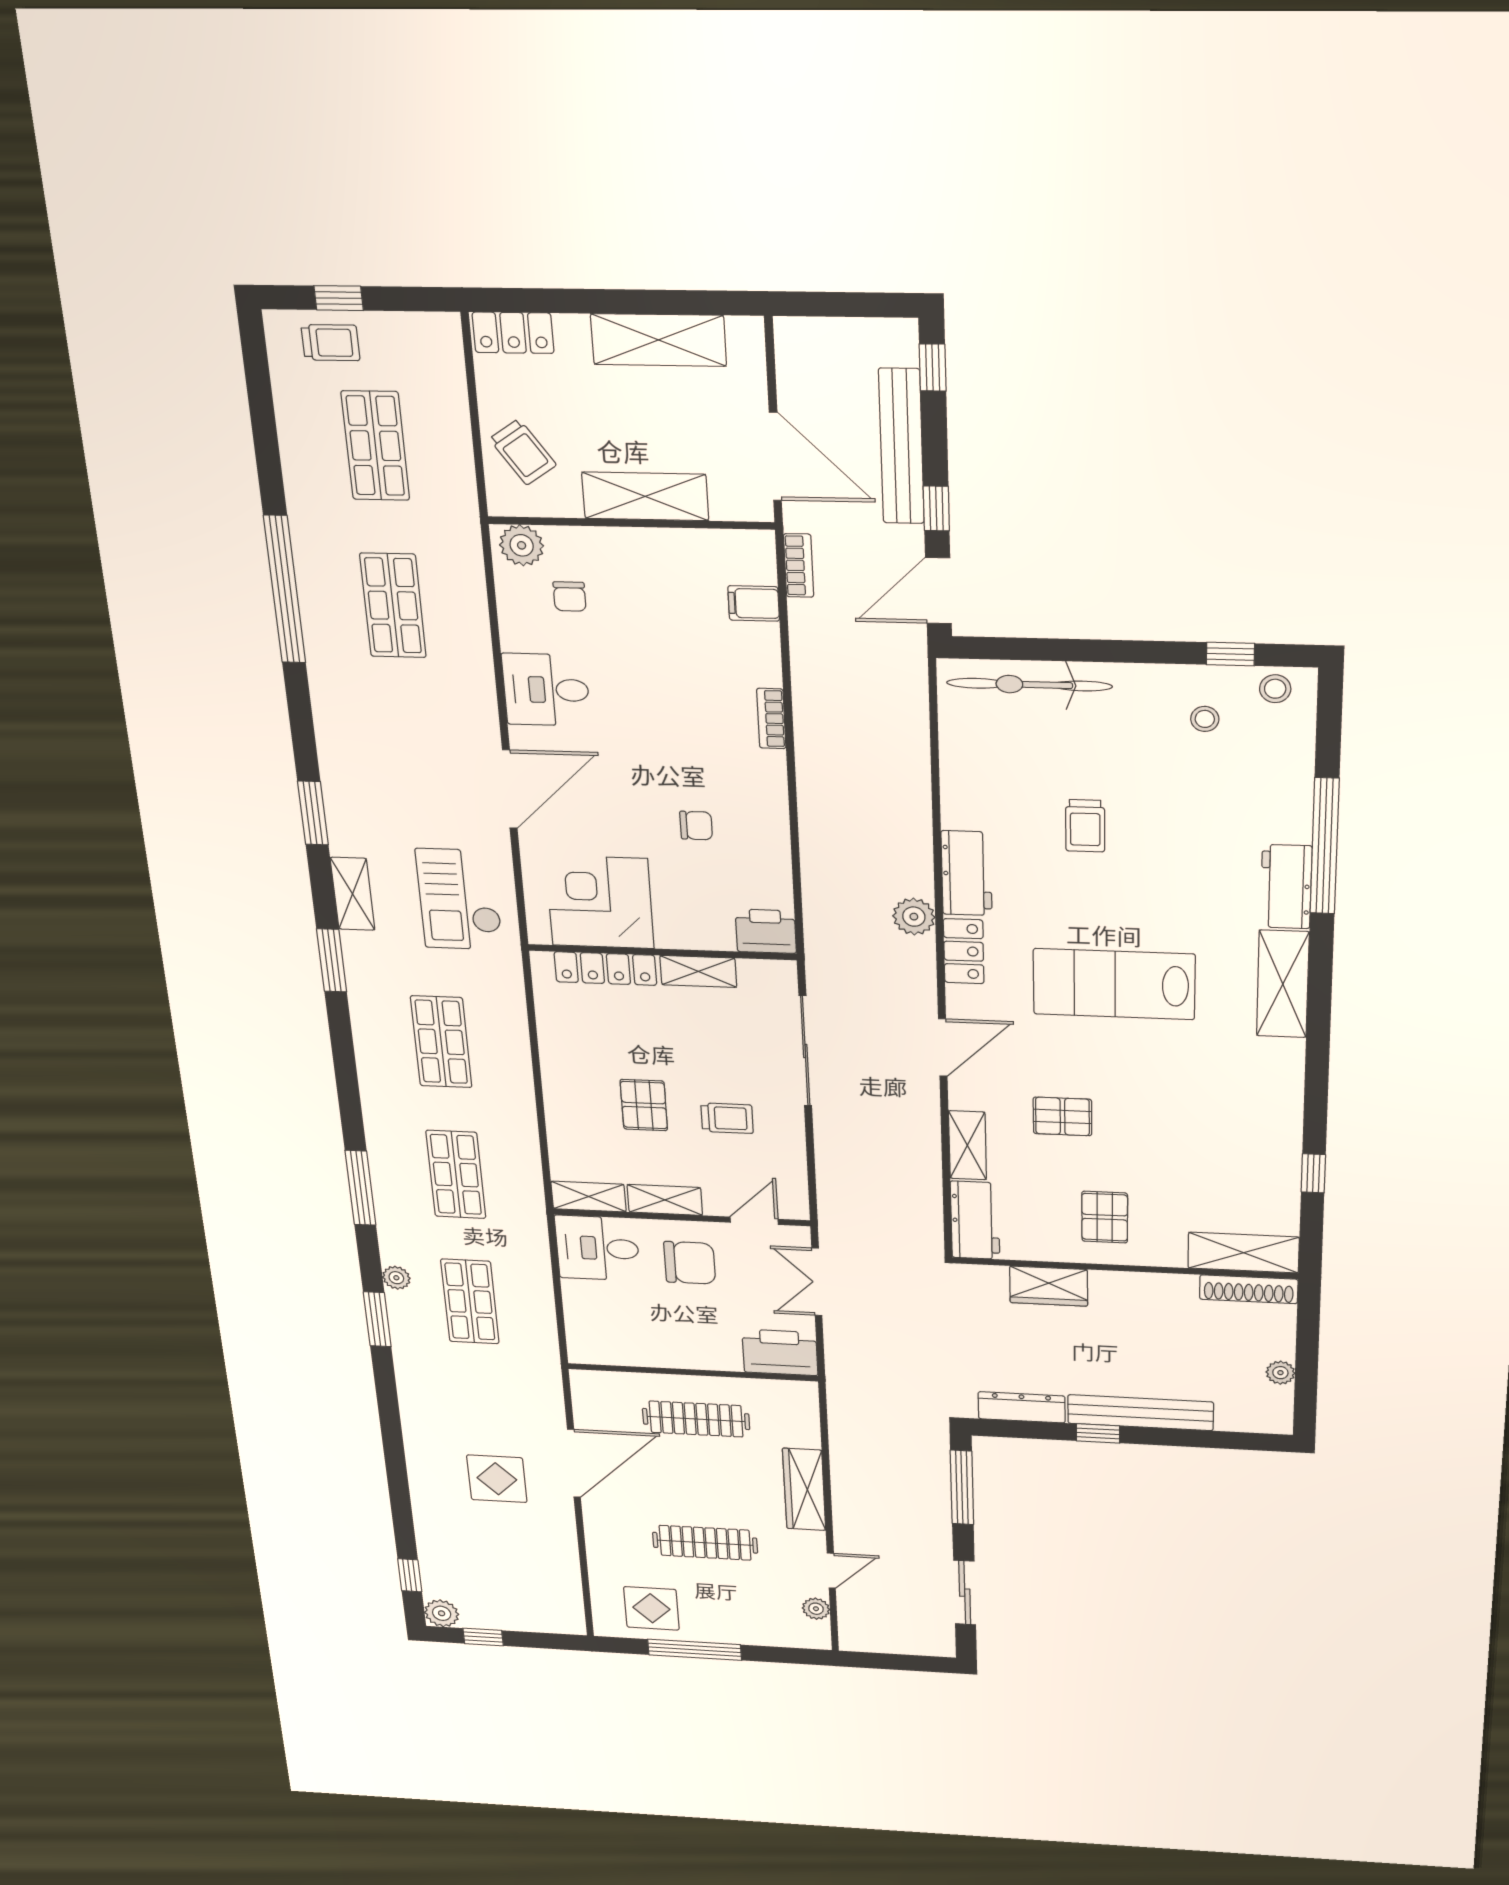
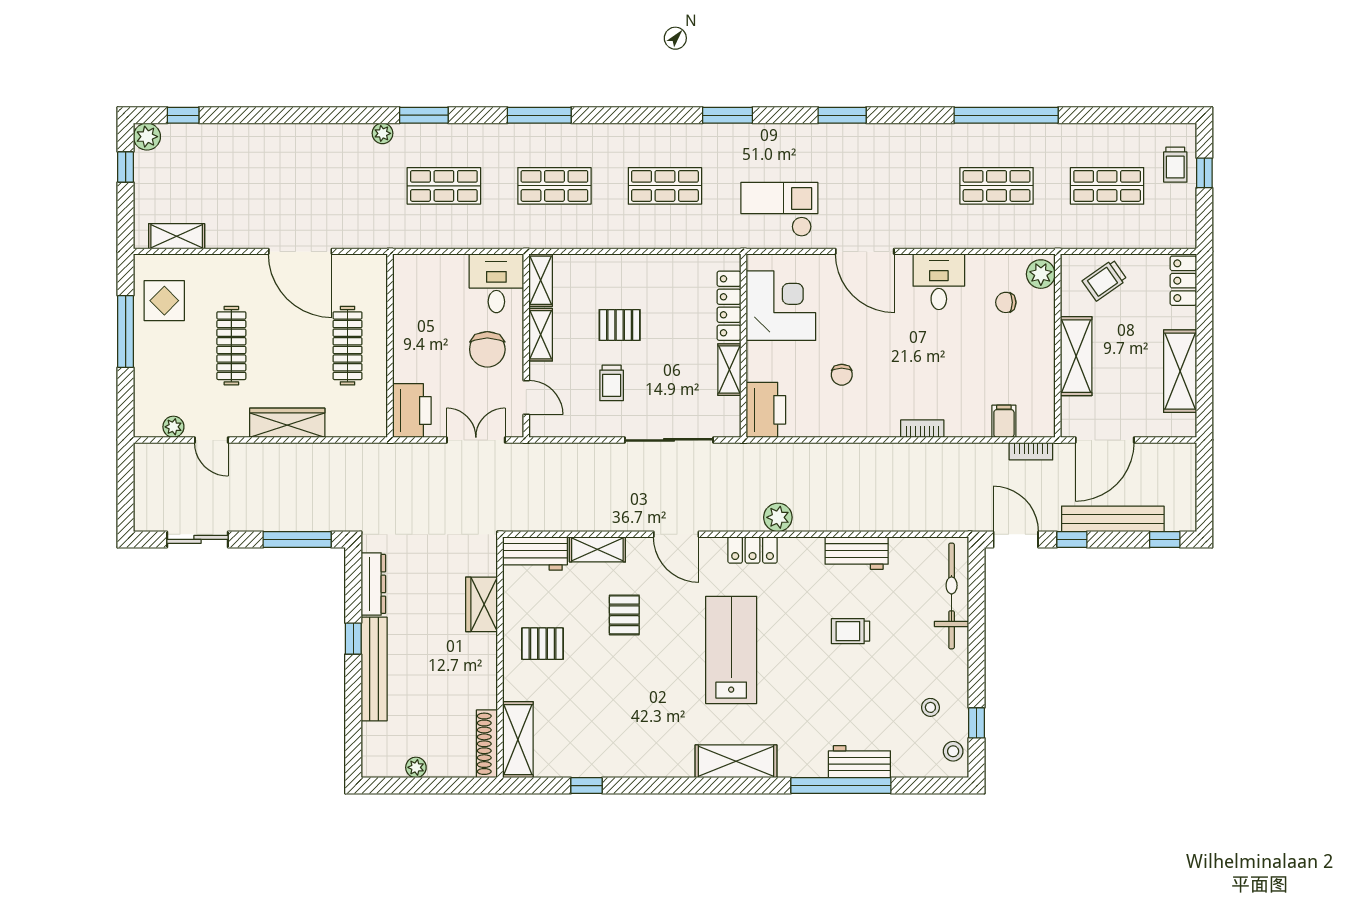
workbench: (967, 873) -> (857, 553), moved
workbench: (1286, 887) -> (859, 762), moved
shelving: (353, 894) -> (177, 236), moved
printer: (766, 931) -> (766, 410), width x1.37, depth x1.19
plant: (396, 1278) -> (382, 133), moved
display table: (497, 1479) -> (282, 192), removed

